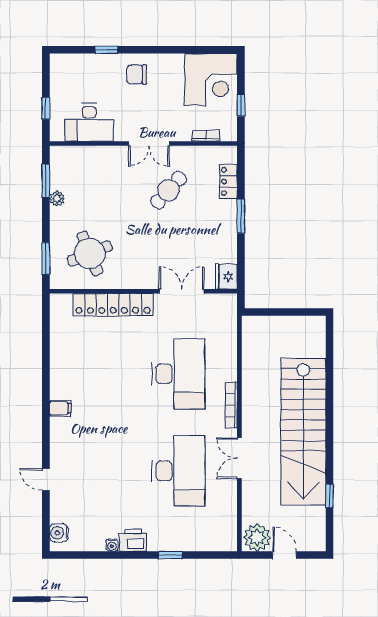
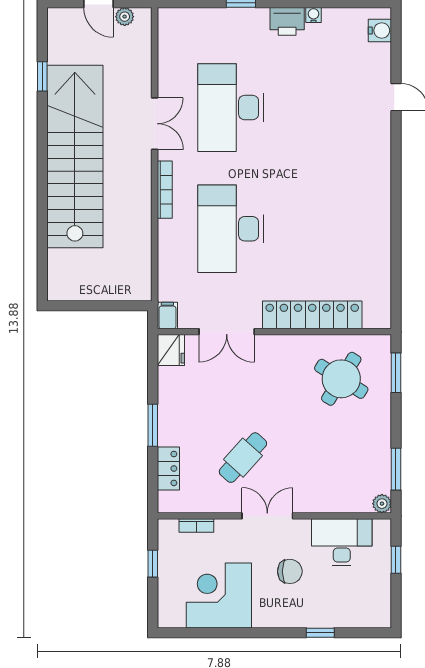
chair: (137, 74) -> (290, 571), moved
corner desk: (211, 80) -> (219, 596), moved
plant: (57, 199) -> (382, 504), moved
round table: (90, 253) -> (341, 379), turned -36
filing cabinet: (60, 408) -> (167, 316), moved, turned 90
plant: (257, 538) -> (125, 17), width x0.53, depth x0.53

